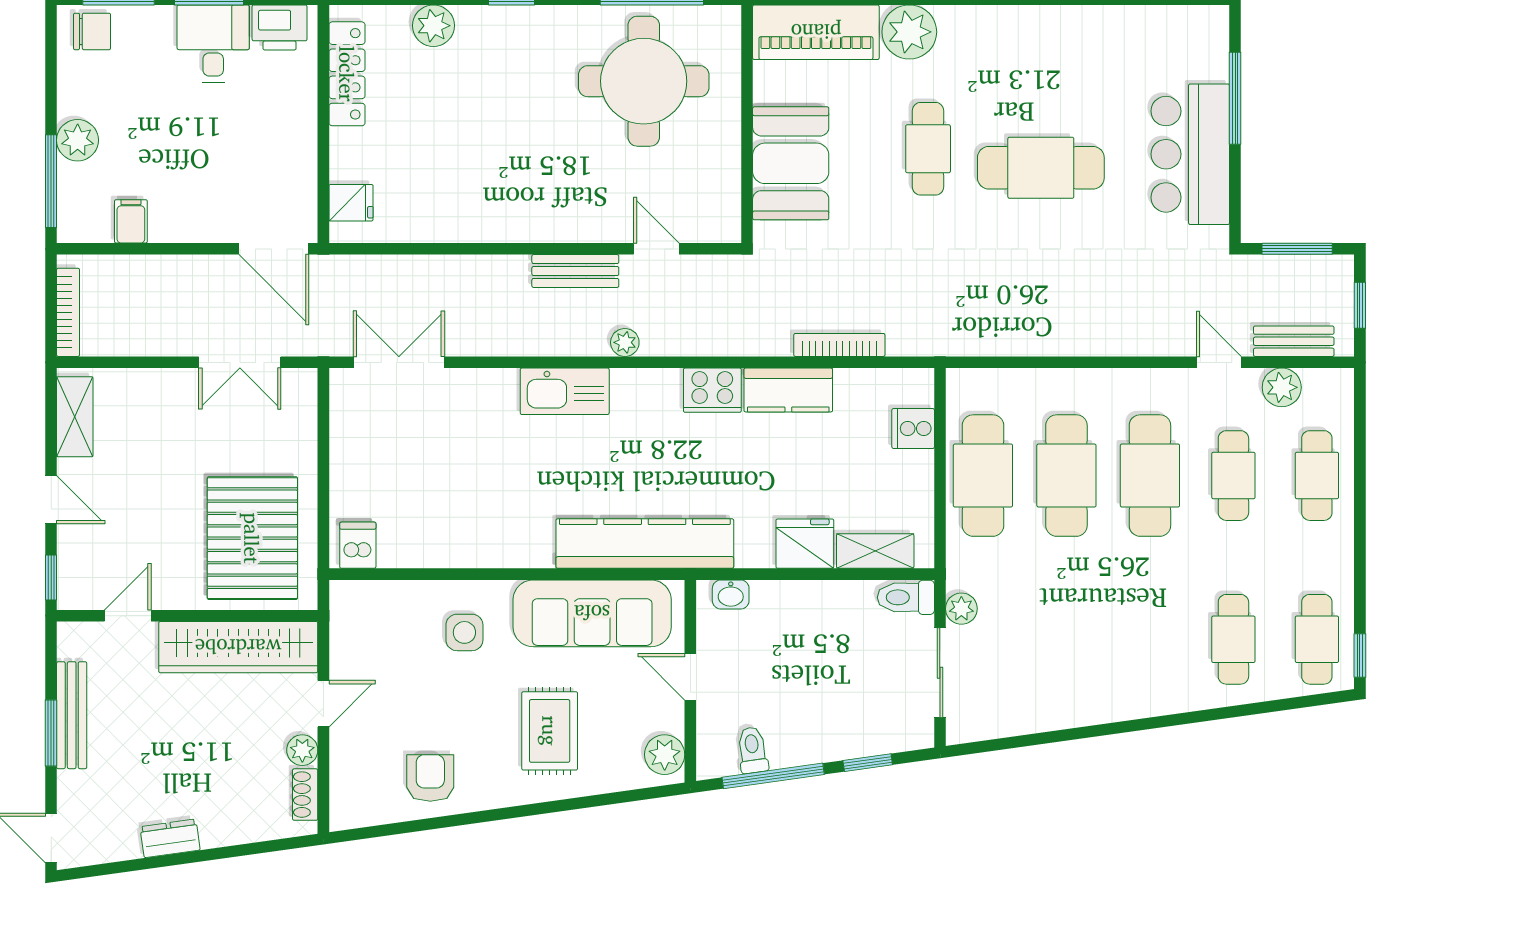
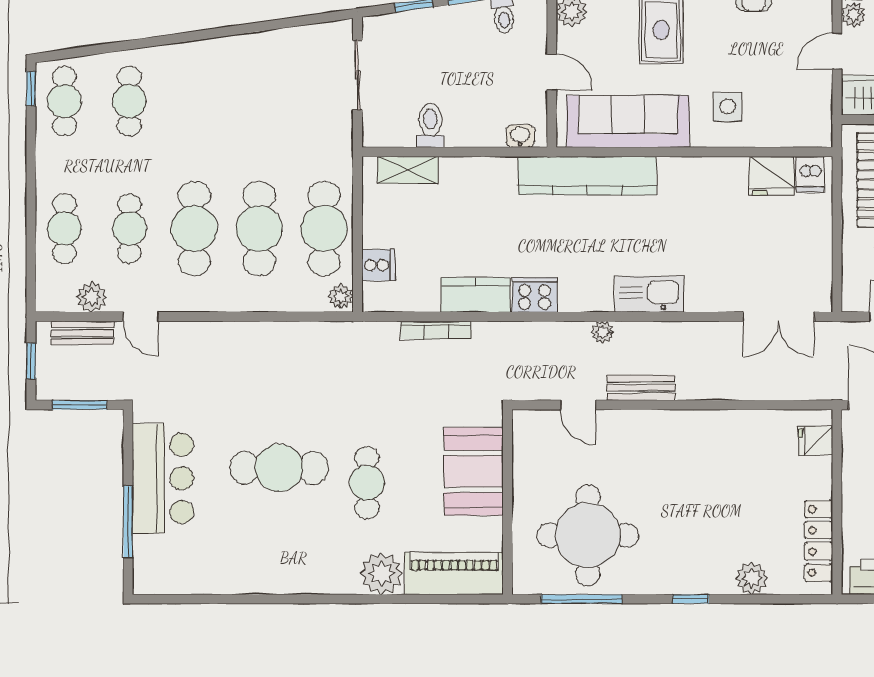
fridge: (805, 544) -> (772, 176), moved
toilet: (906, 597) -> (430, 125), moved, turned -90
plant: (961, 609) -> (341, 296), moved

